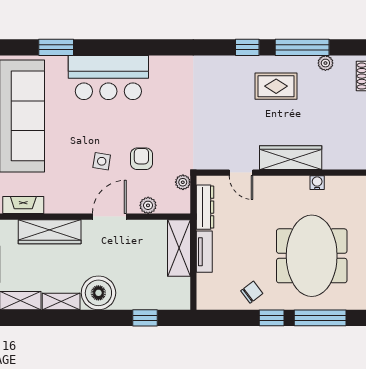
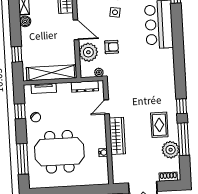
plant: (325, 63) -> (171, 150), width x1.87, depth x1.87
side table: (102, 161) -> (115, 12), moved
plant: (148, 205) -> (88, 52), width x1.88, depth x1.88
shelving: (179, 248) -> (52, 73), width x1.47
tv unit: (204, 252) -> (44, 88), moved
boiler: (98, 293) -> (25, 21), width x0.54, depth x0.54
window: (272, 318) -> (20, 111), moved

